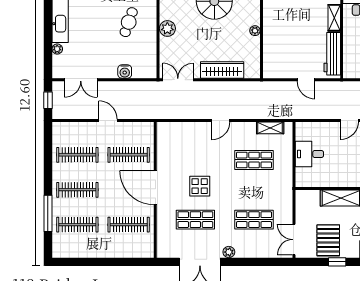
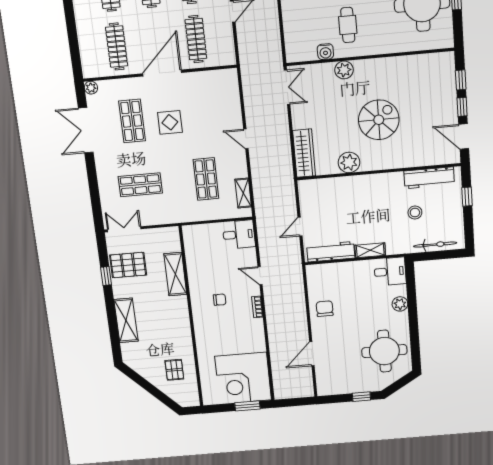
cafe table: (129, 22) -> (348, 25), turned 71
plant: (255, 31) -> (349, 162), width x1.88, depth x1.88
wardrobe: (222, 70) -> (304, 153), moved
water cooler: (125, 72) -> (325, 52), moved, turned -90
desk: (309, 154) -> (239, 234), moved, turned 90
shop shelf: (254, 220) -> (140, 185), turned 90
plant: (229, 252) -> (91, 88), moved

